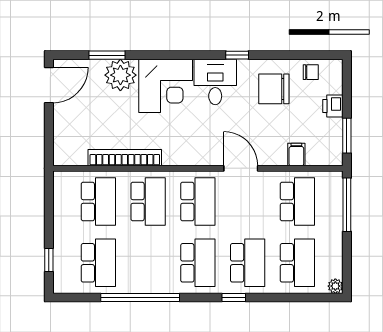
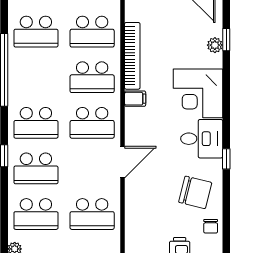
window: (107, 55) -> (226, 40), width x0.67
plant: (120, 75) -> (215, 45), width x0.53, depth x0.53
chair: (274, 89) -> (195, 192), turned 104
filing cabinet: (296, 155) -> (135, 99), moved

